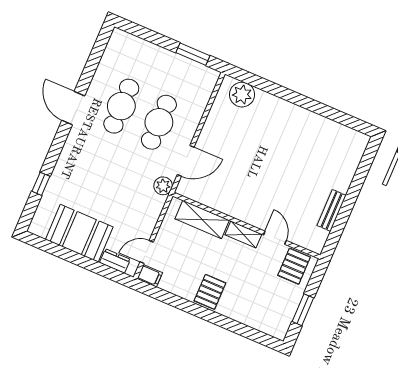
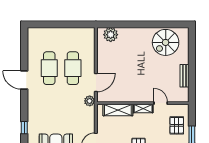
window: (193, 54) -> (75, 24), removed
spiral stairs: (324, 145) -> (166, 42), added
pallet: (294, 266) -> (177, 125), moved

